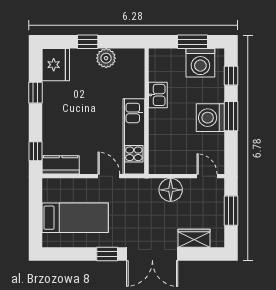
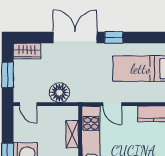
shelving: (156, 141) -> (72, 134), added
wardrobe: (194, 238) -> (27, 51), moved

